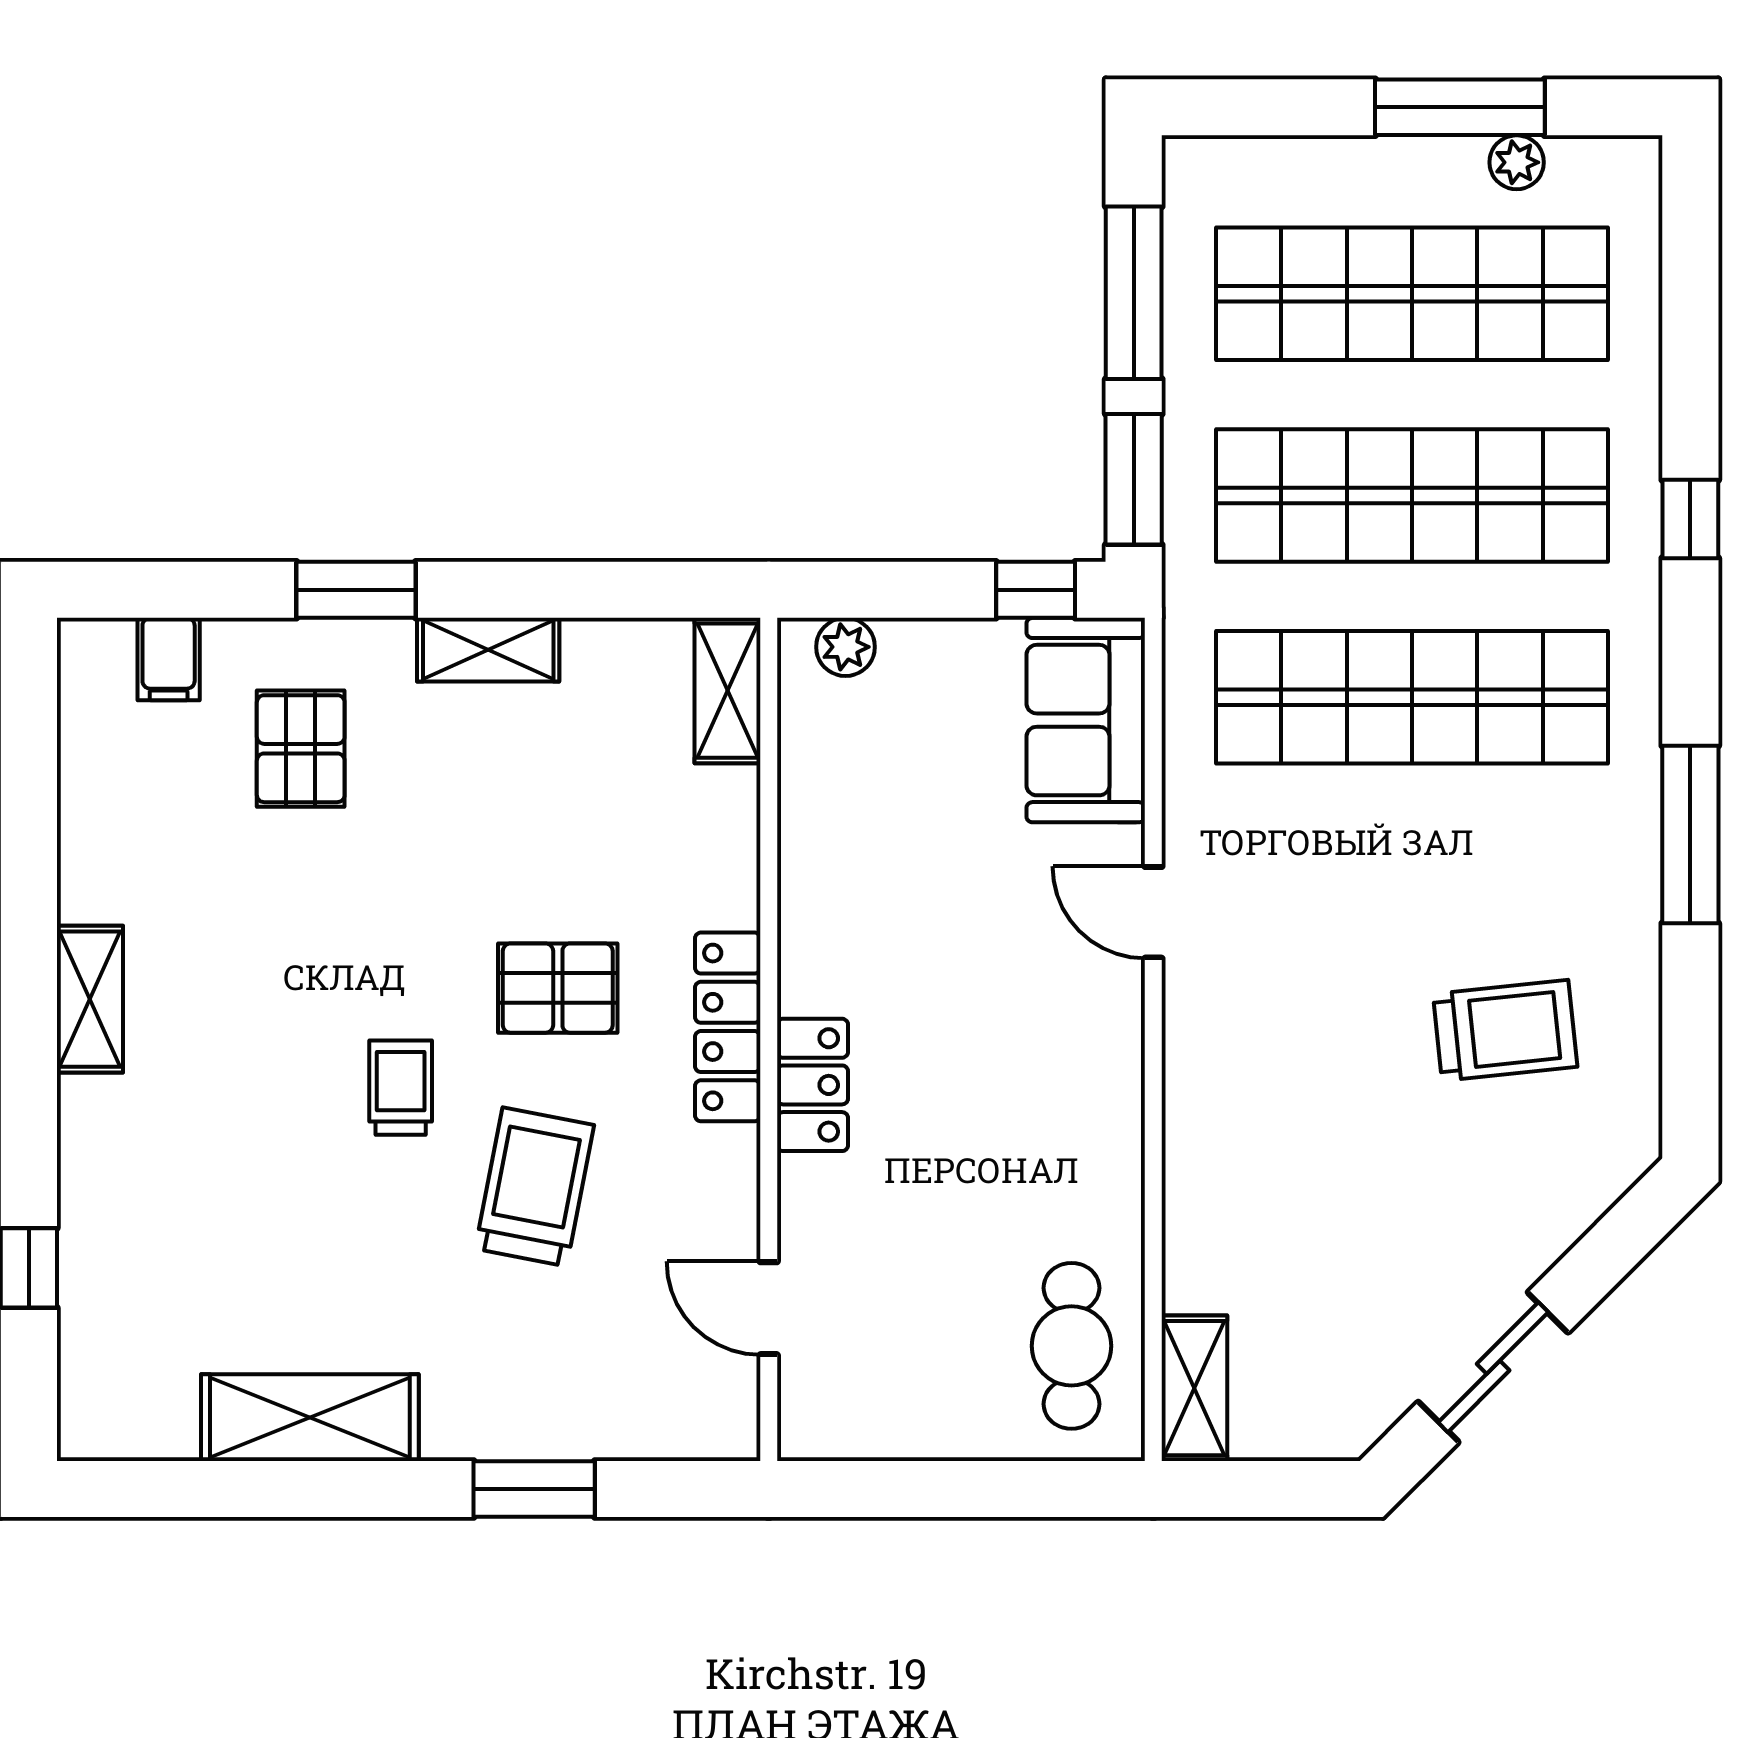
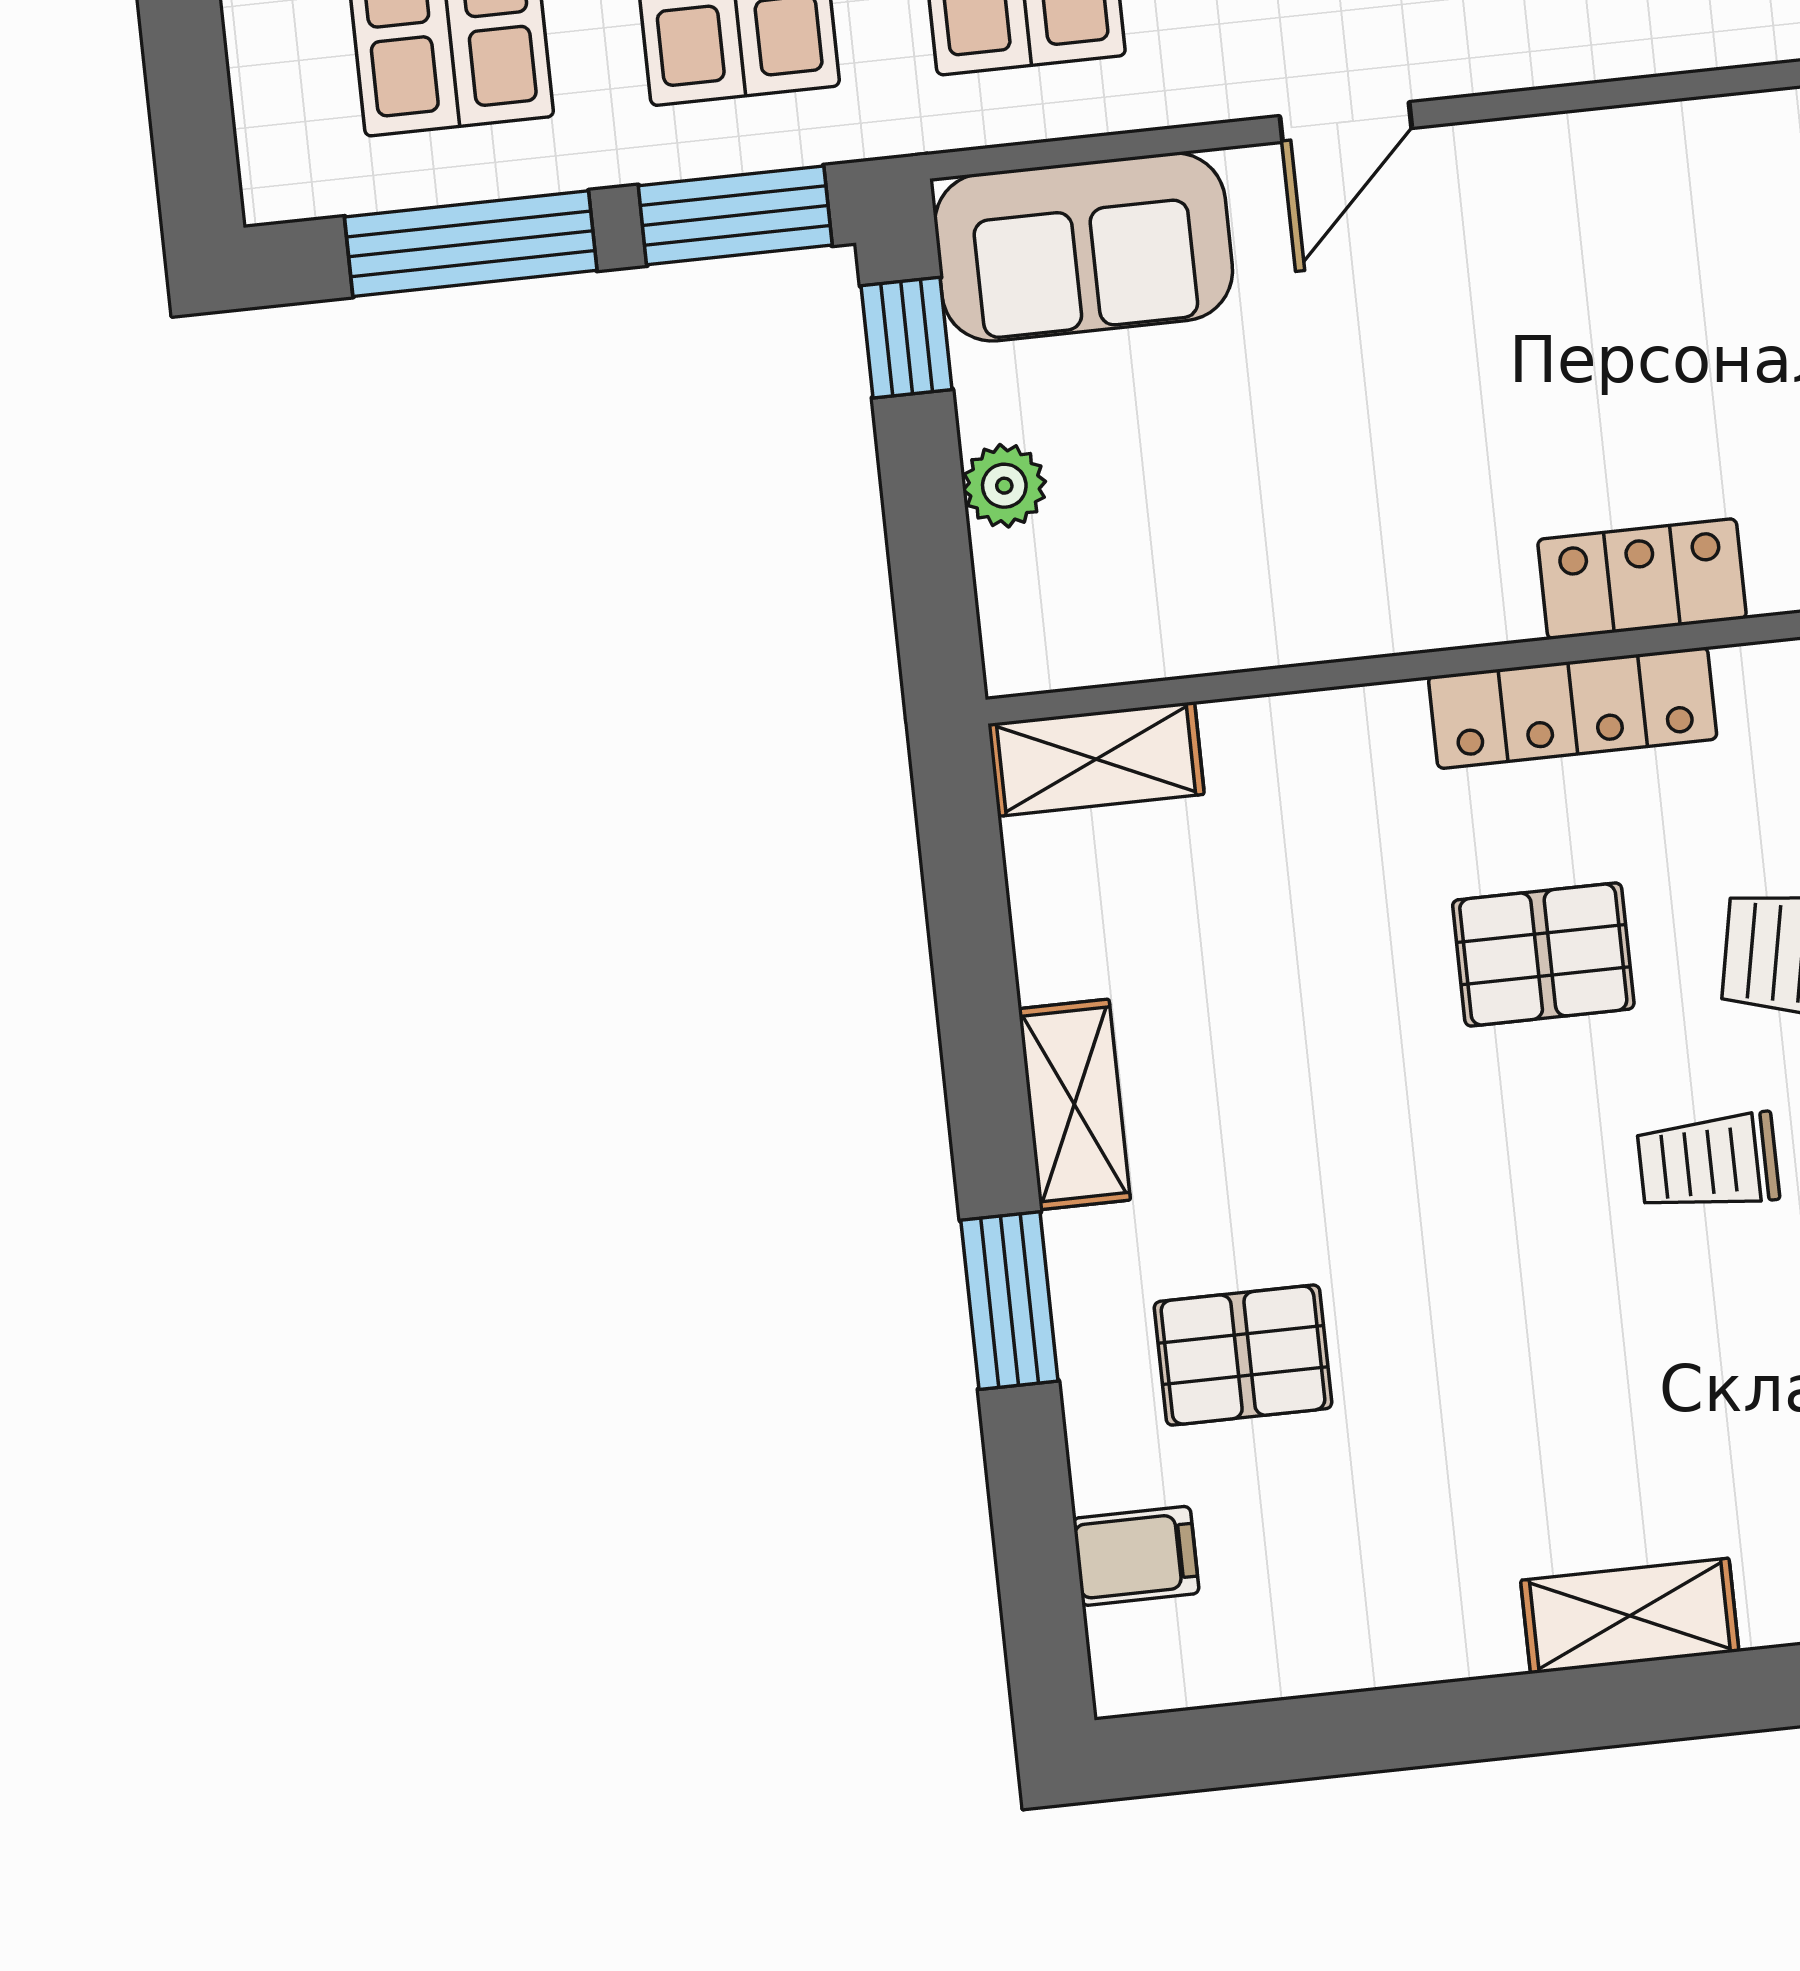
plant: (846, 647) -> (1004, 486), moved
pallet: (558, 988) -> (1543, 954), turned 90

